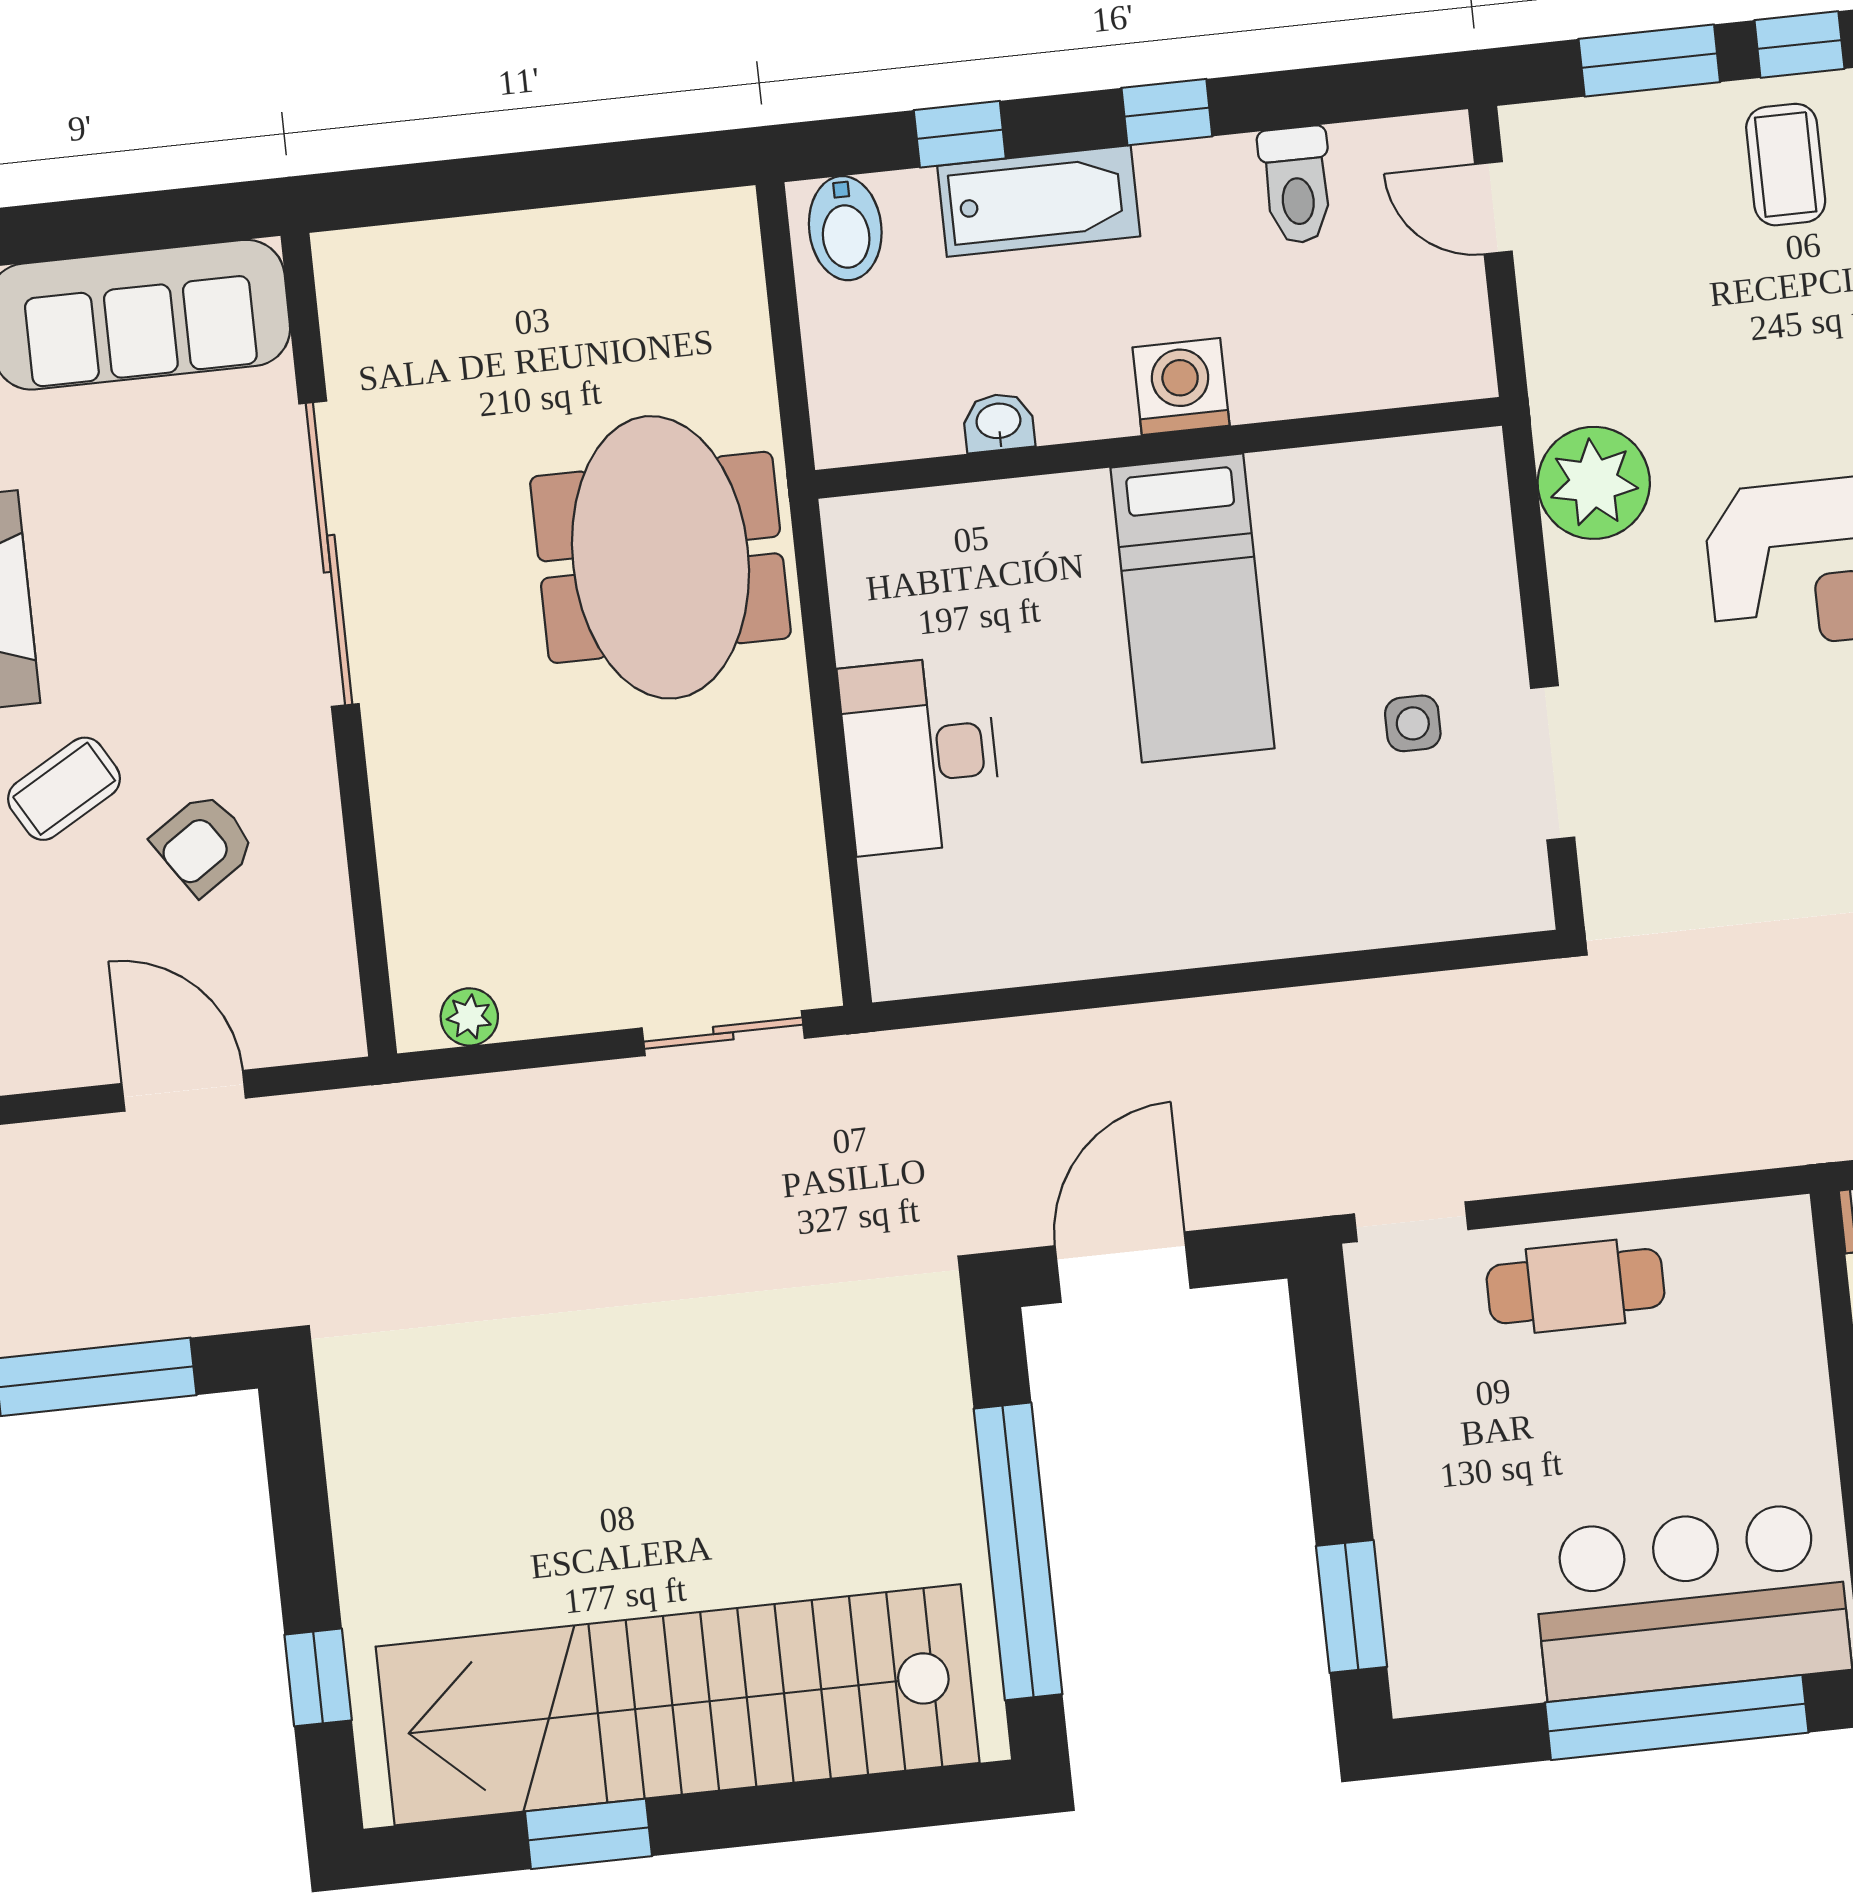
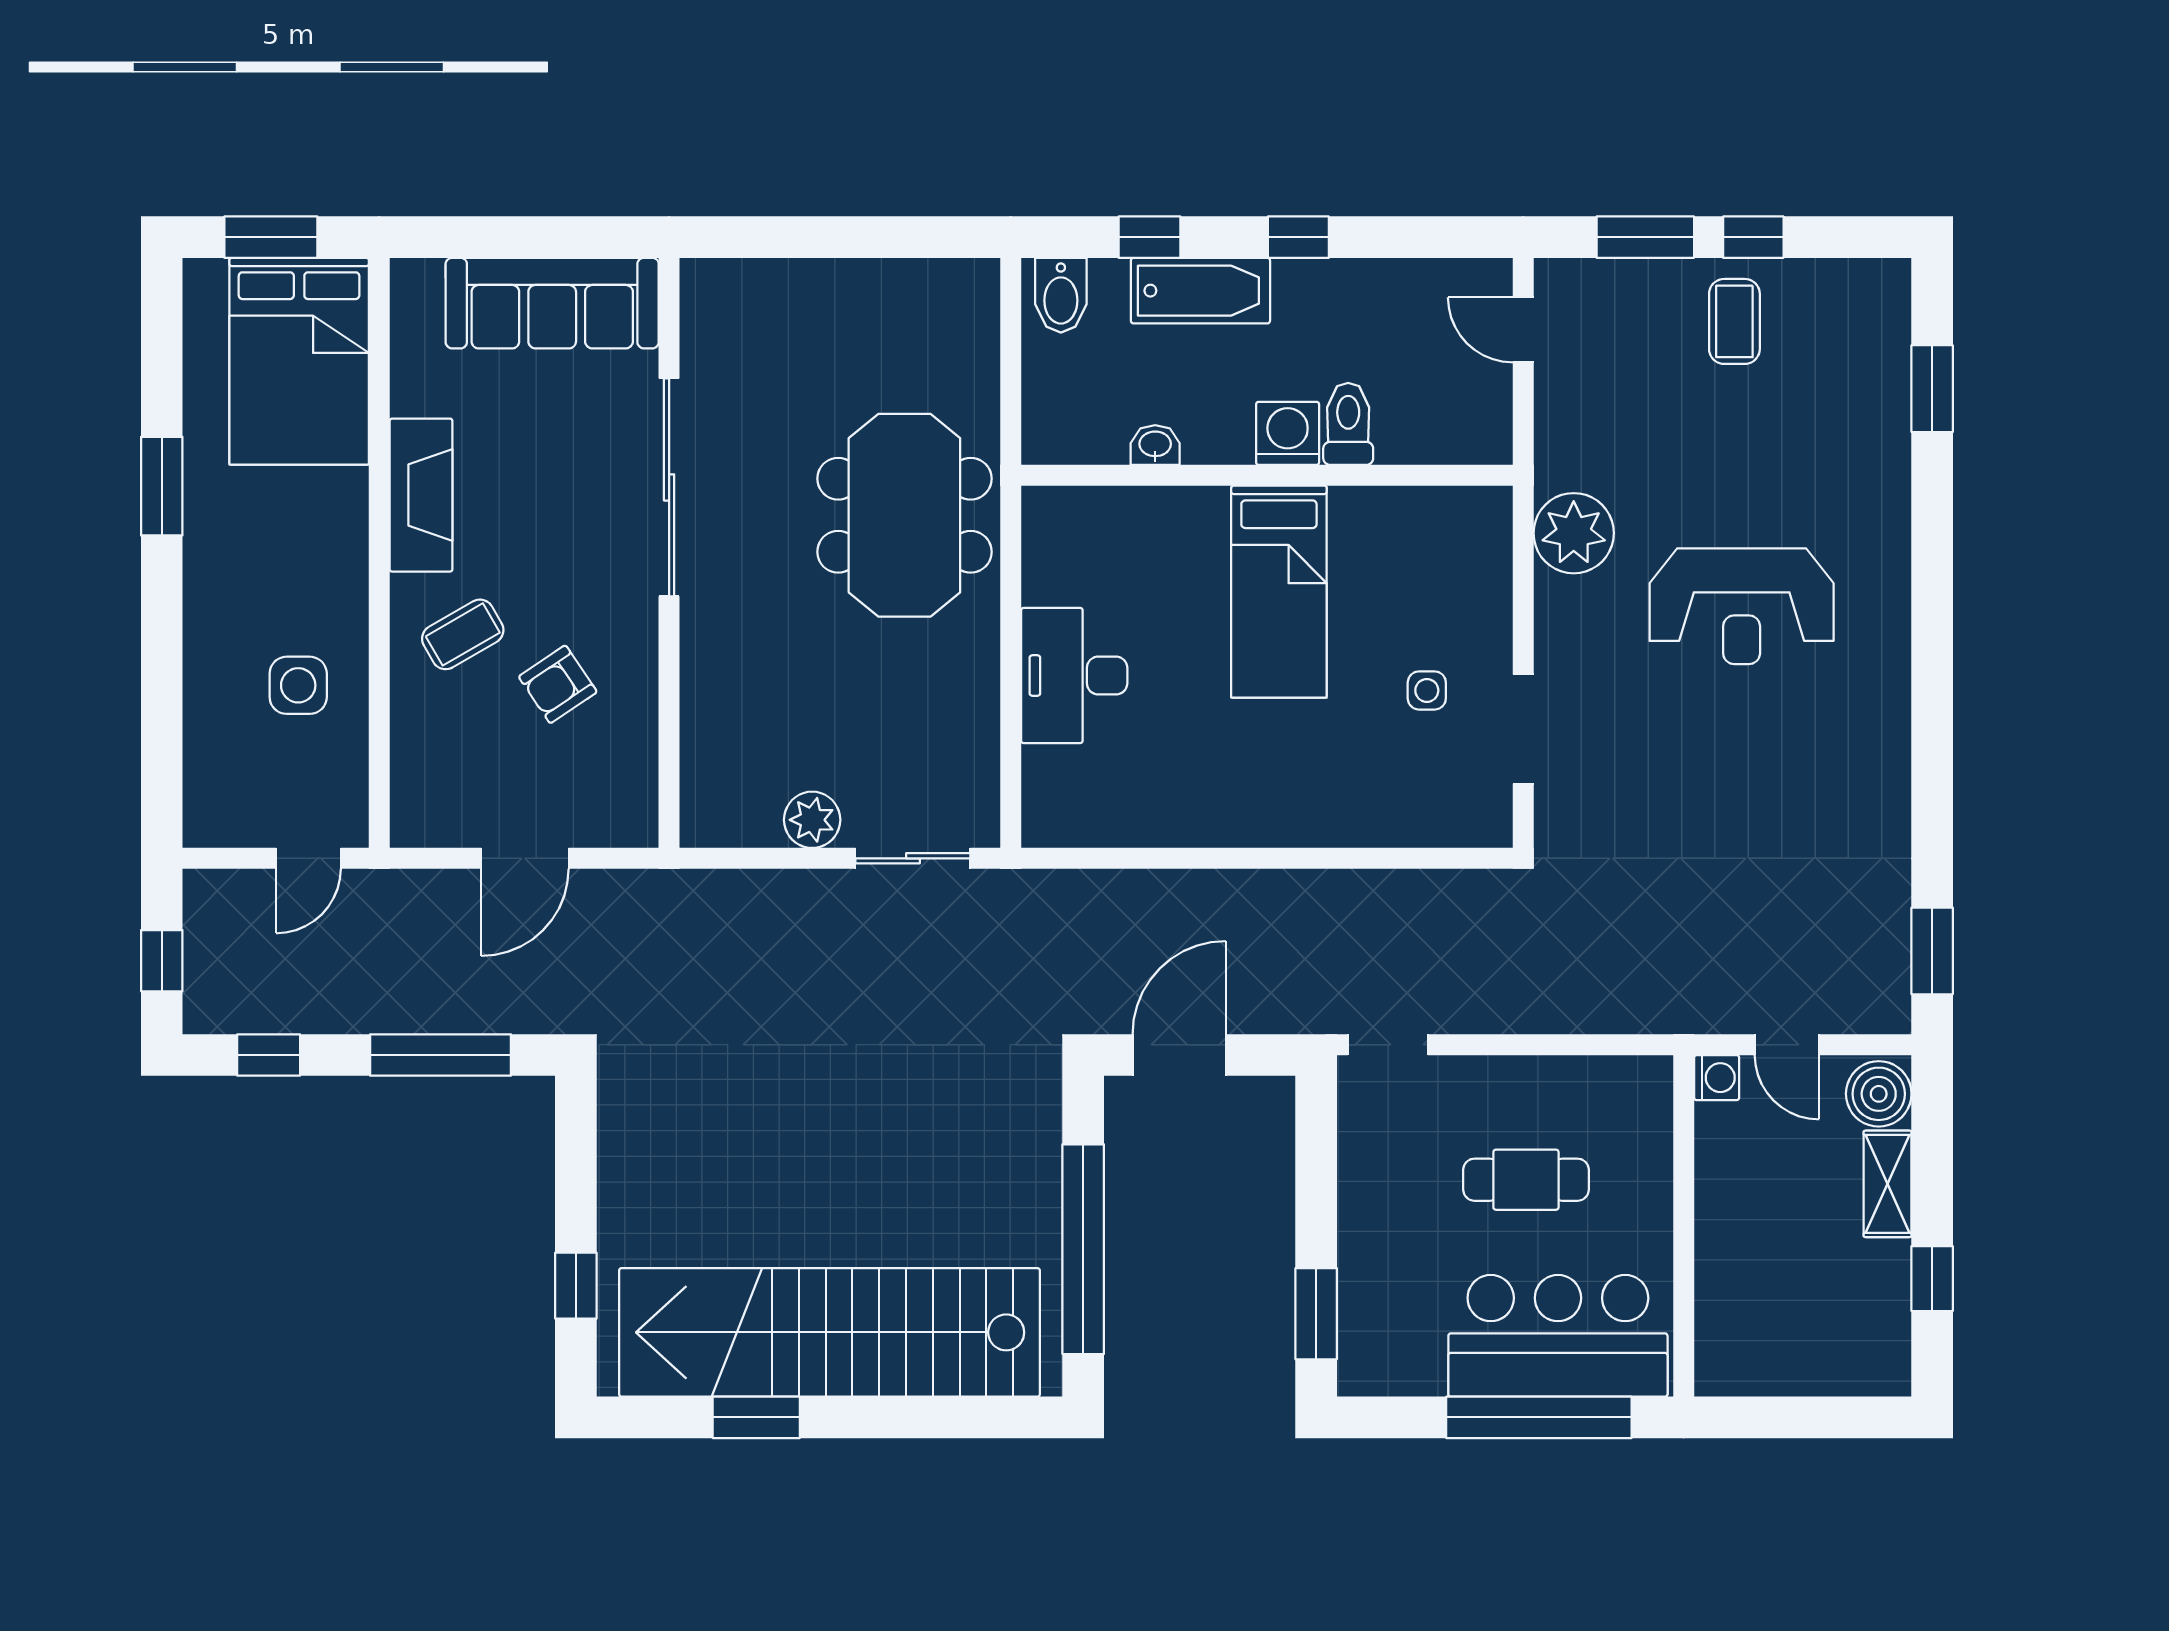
toilet: (1297, 185) -> (1348, 424), moved, turned 180
plant: (469, 1017) -> (812, 820), moved, width x1.38, depth x1.38
door: (184, 1091) -> (525, 858), swing flipped
cafe table: (1576, 1286) -> (1526, 1180), moved

